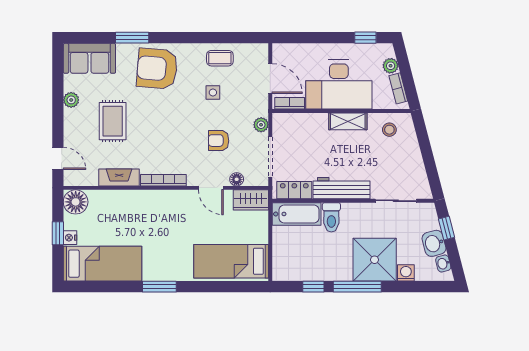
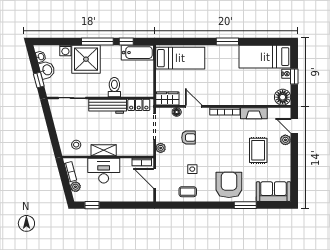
armchair: (157, 69) -> (229, 185), turned -95
desk: (339, 84) -> (104, 171), width x0.73, depth x0.77
plant: (71, 100) -> (285, 140), moved
bathtub: (297, 214) -> (137, 53), moved, turned 180

